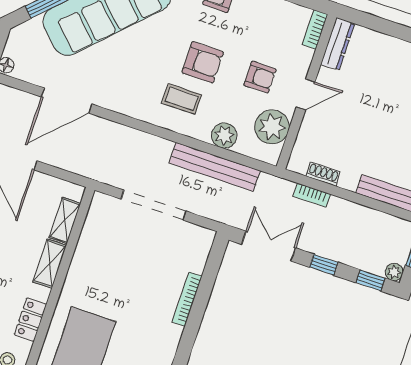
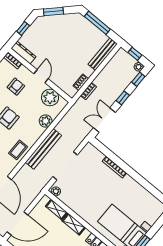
window: (383, 26) -> (23, 28), added
armchair: (260, 77) -> (16, 87), moved
coffee table: (181, 99) -> (18, 150), moved
bench: (215, 167) -> (43, 149), moved
plant: (99, 206) -> (56, 191), added

